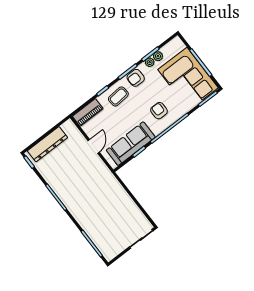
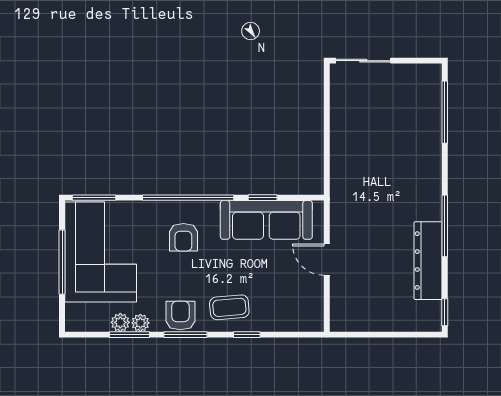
armchair: (136, 78) -> (180, 315), turned -90
piano: (88, 112) -> (296, 319), removed
dresser: (47, 144) -> (428, 261), moved, turned -90
door: (94, 146) -> (327, 260), hinge flipped

